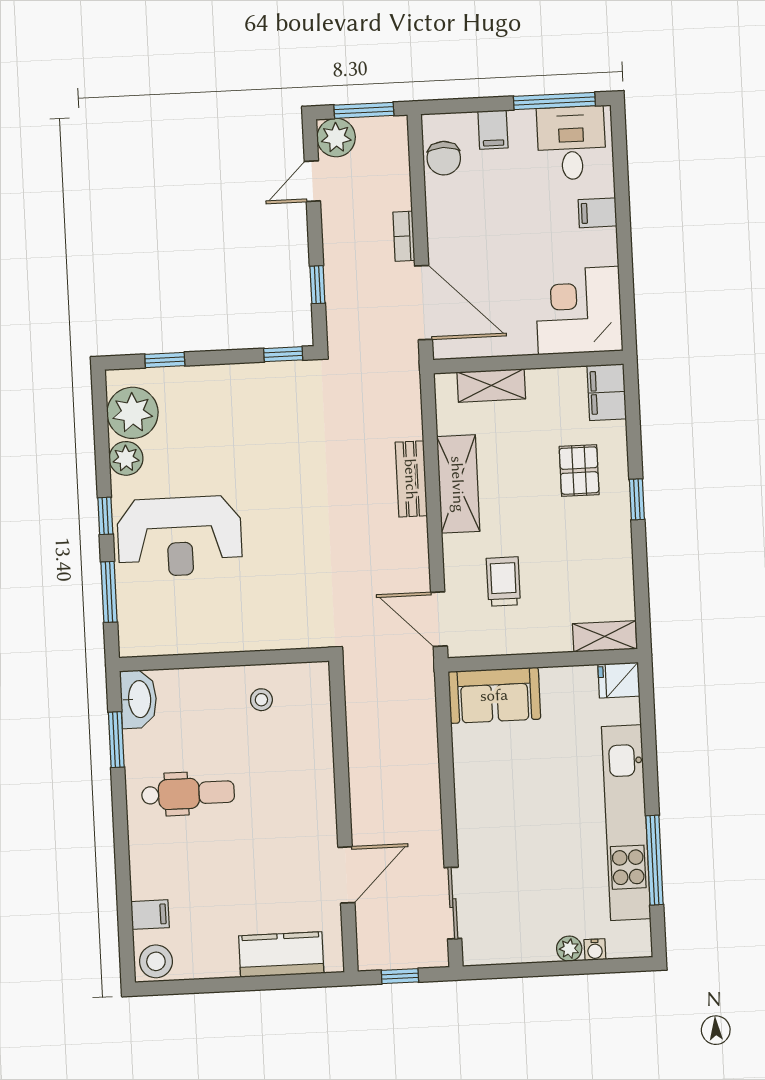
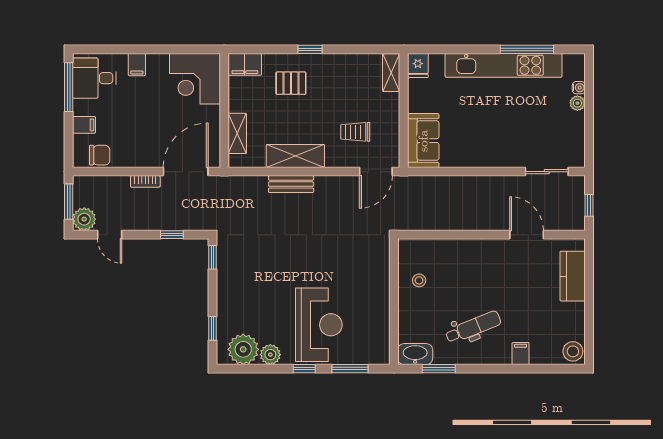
dental chair: (188, 794) -> (473, 327), turned 68
filing cabinet: (150, 915) -> (521, 354), moved

